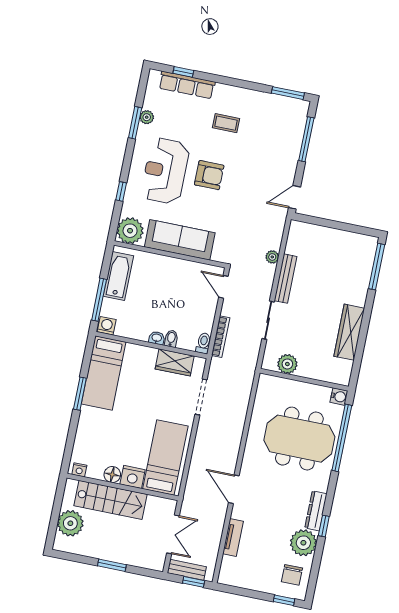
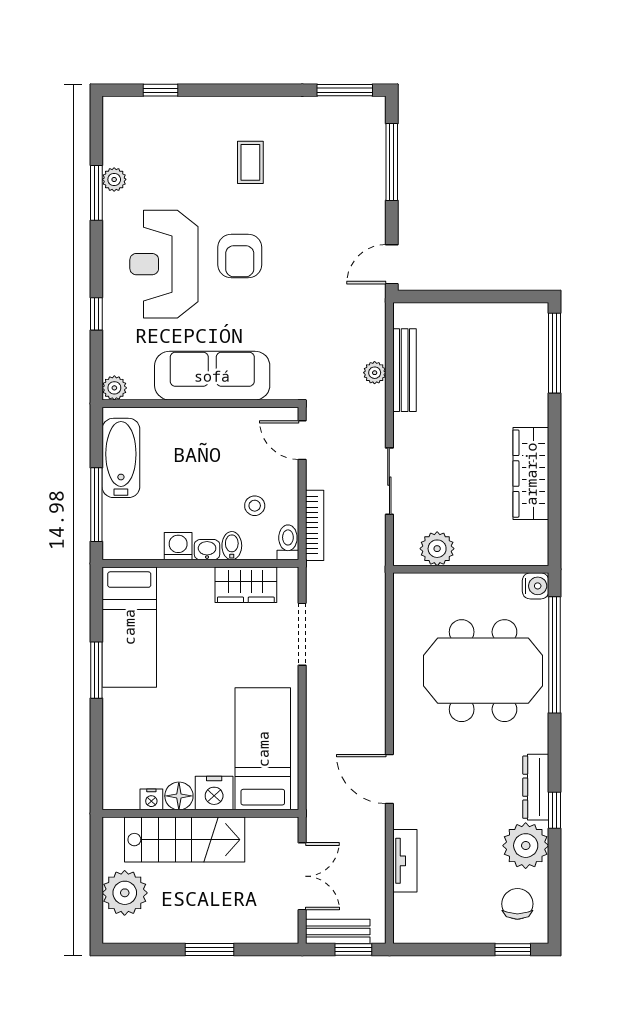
row of seats: (187, 85) -> (171, 111), removed
coffee table: (226, 123) -> (250, 162), turned 90
armchair: (209, 175) -> (240, 256), turned 90
plant: (130, 231) -> (114, 388), width x0.53, depth x0.53
bench: (286, 279) -> (405, 370), moved
stool: (189, 319) -> (255, 506), added
washing machine: (107, 326) -> (178, 546), moved
nightstand: (79, 470) -> (151, 799), moved
chair: (292, 575) -> (517, 904), turned 180

